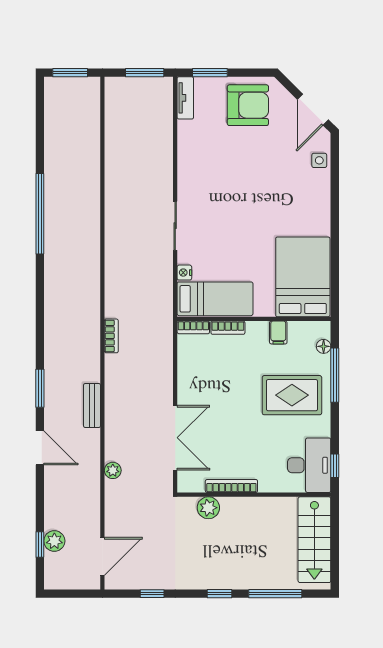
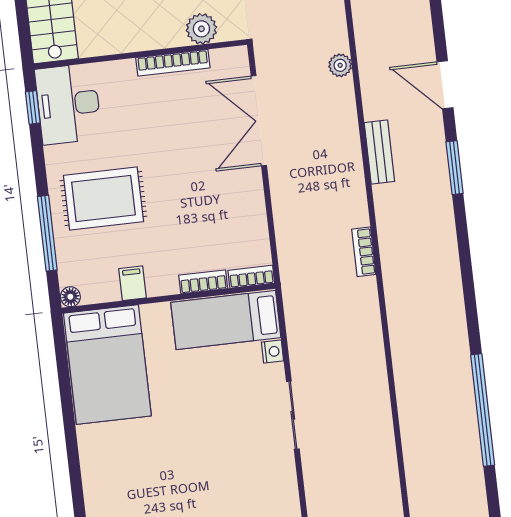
floor lamp: (324, 346) -> (70, 297), moved

